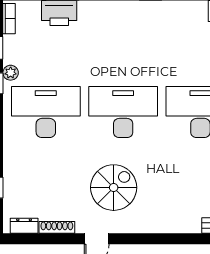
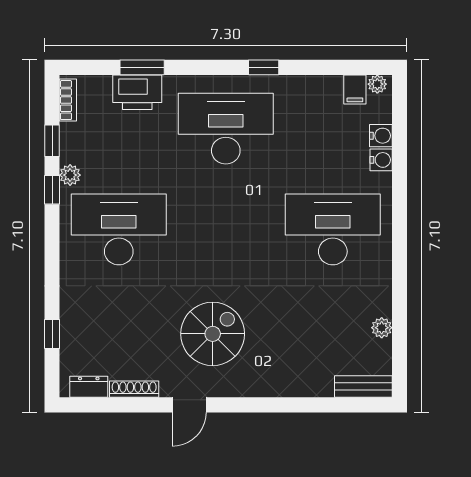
desk: (123, 112) -> (226, 129), moved

